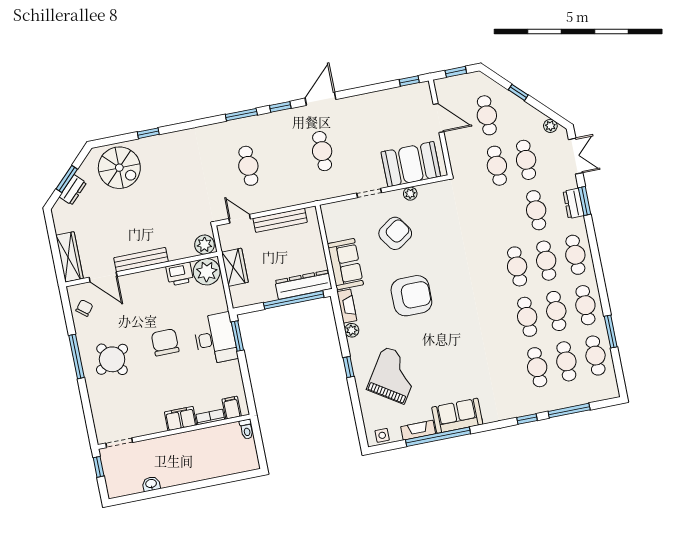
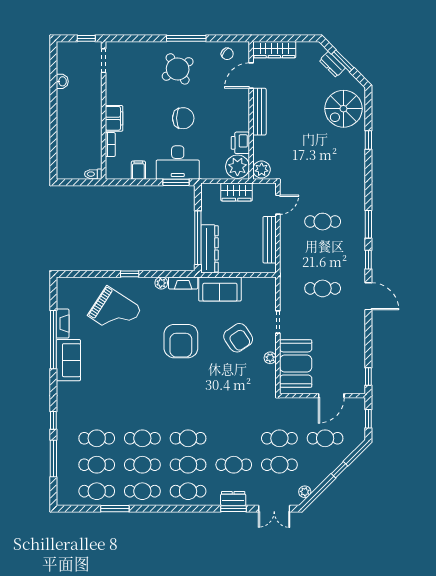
filing cabinet: (232, 408) -> (138, 170), moved, turned -90
side table: (382, 435) -> (64, 291), removed

